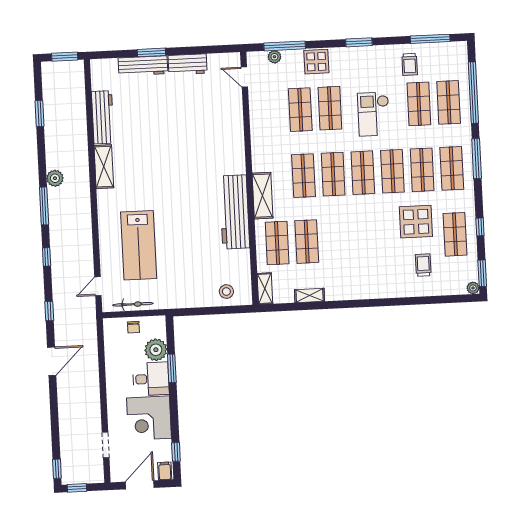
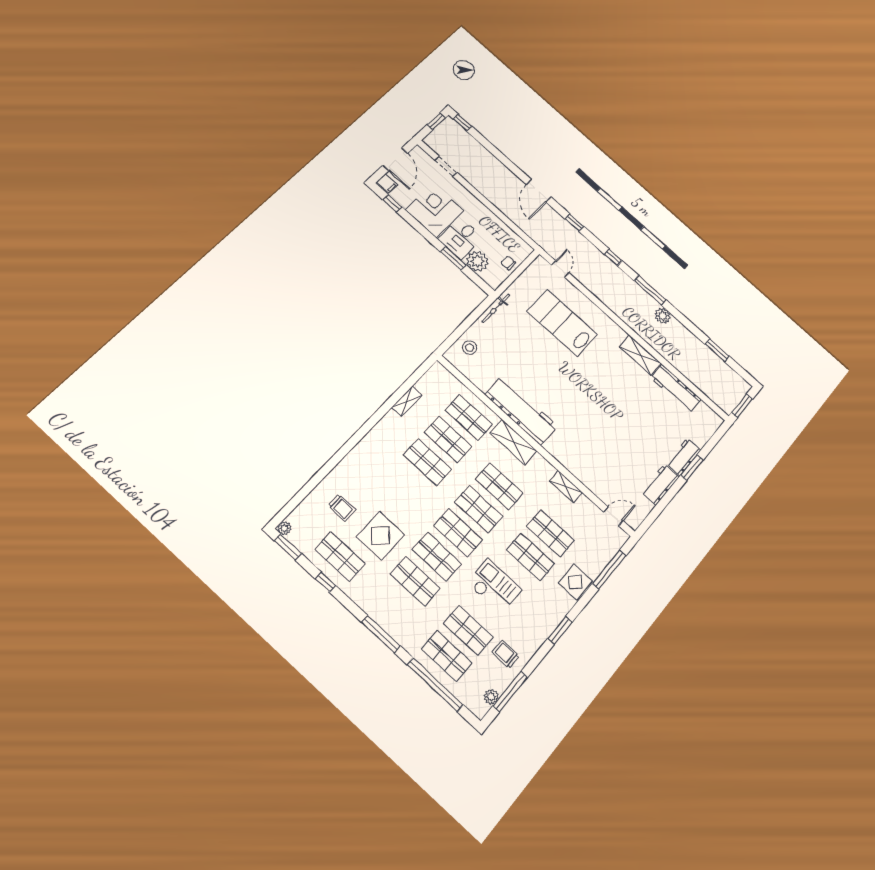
plant: (274, 57) -> (491, 697), moved
workbench: (143, 66) -> (684, 457), width x0.73
shop shelf: (452, 168) -> (427, 462), moved
shelving: (265, 289) -> (566, 487), moved
bicycle: (133, 304) -> (496, 308), moved

